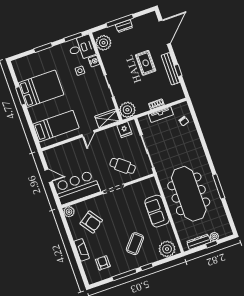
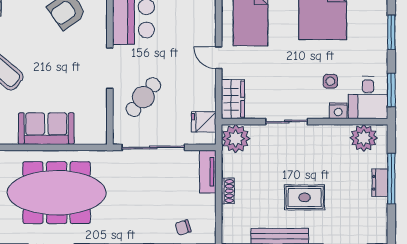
tv unit: (161, 115) -> (208, 172), moved

